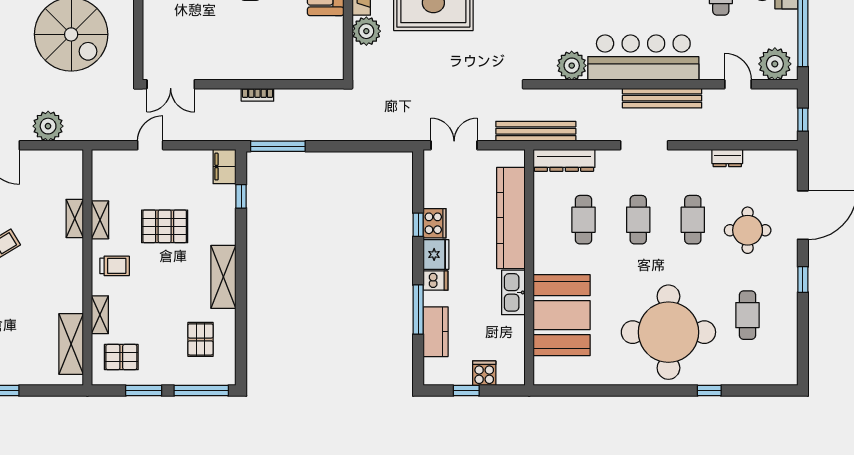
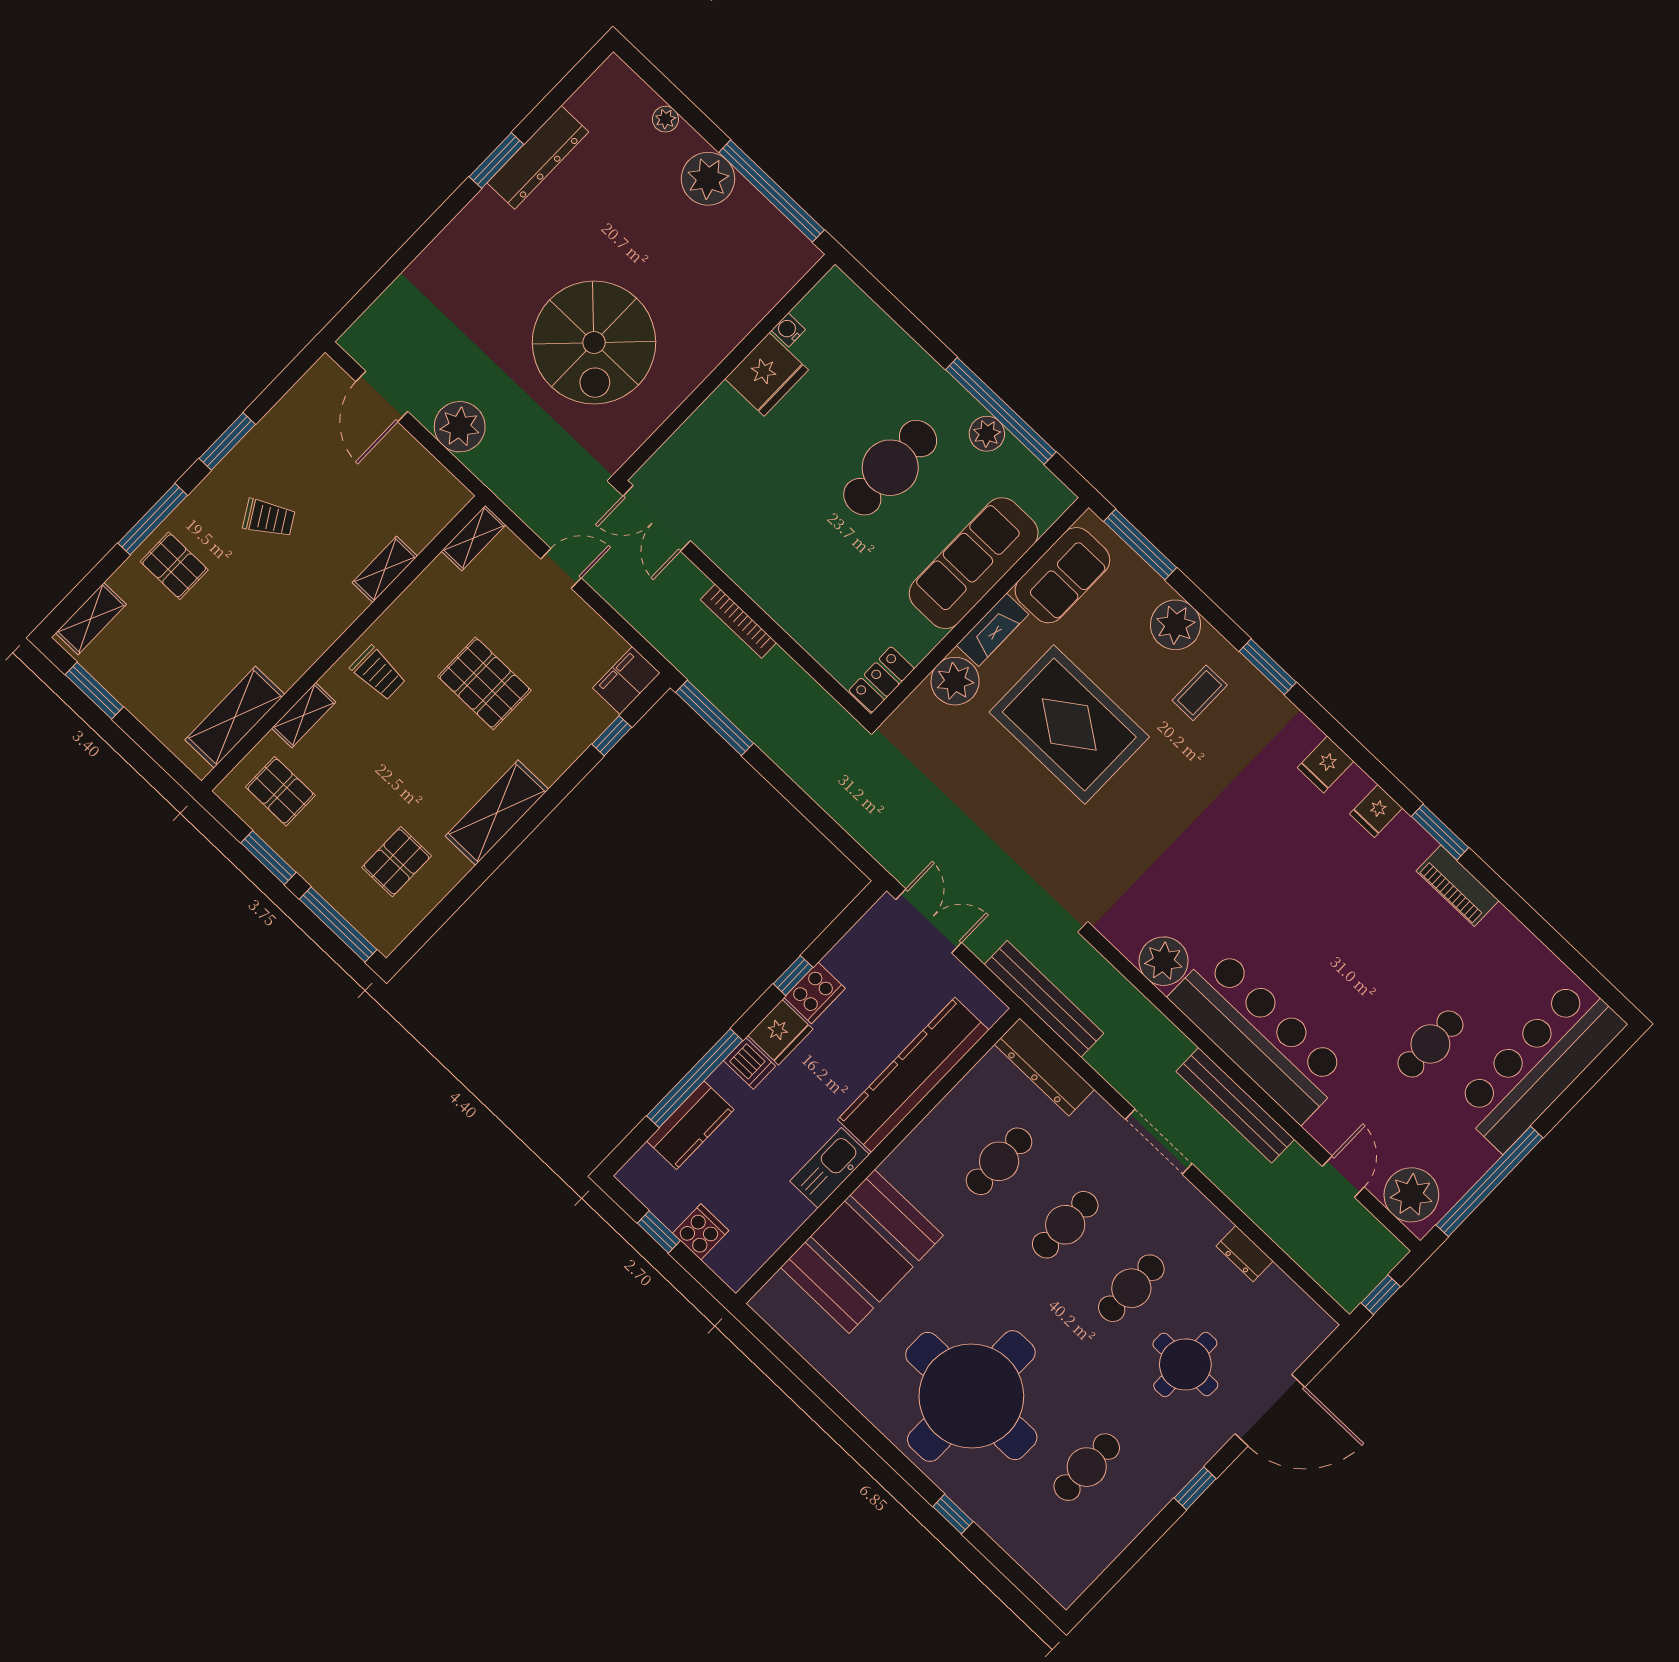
locker: (334, 61) -> (882, 680), added
bookcase: (257, 95) -> (738, 621), width x1.56
shelving: (100, 220) -> (474, 538), moved
window: (418, 310) -> (695, 1078), width x1.46

